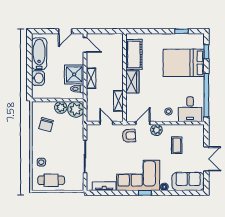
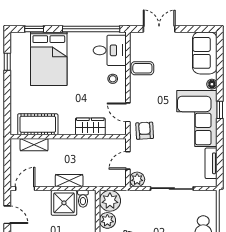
wardrobe: (132, 82) -> (90, 126), moved
shelving: (118, 101) -> (34, 145), moved
plant: (156, 130) -> (137, 179), moved
coffee table: (177, 145) -> (142, 68), moved
double door: (206, 159) -> (159, 29), moved

